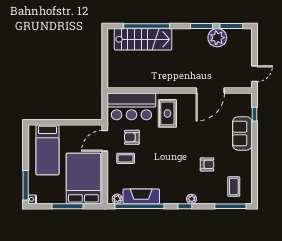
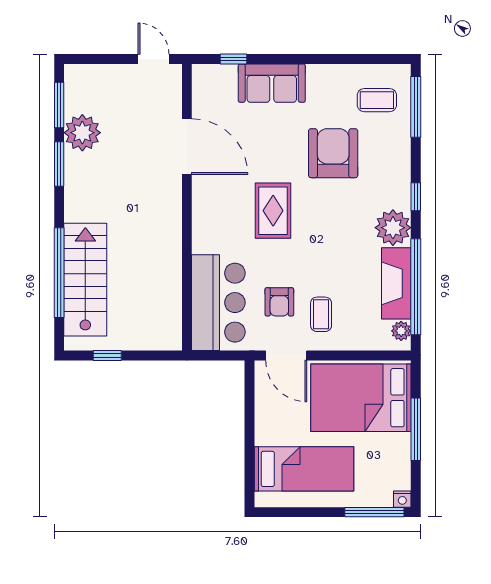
window: (105, 50) -> (107, 355), added
rug: (167, 113) -> (273, 211), moved, turned 90
armchair: (207, 164) -> (333, 153), width x1.88, depth x1.88
plant: (191, 199) -> (393, 228), moved, width x1.88, depth x1.88

